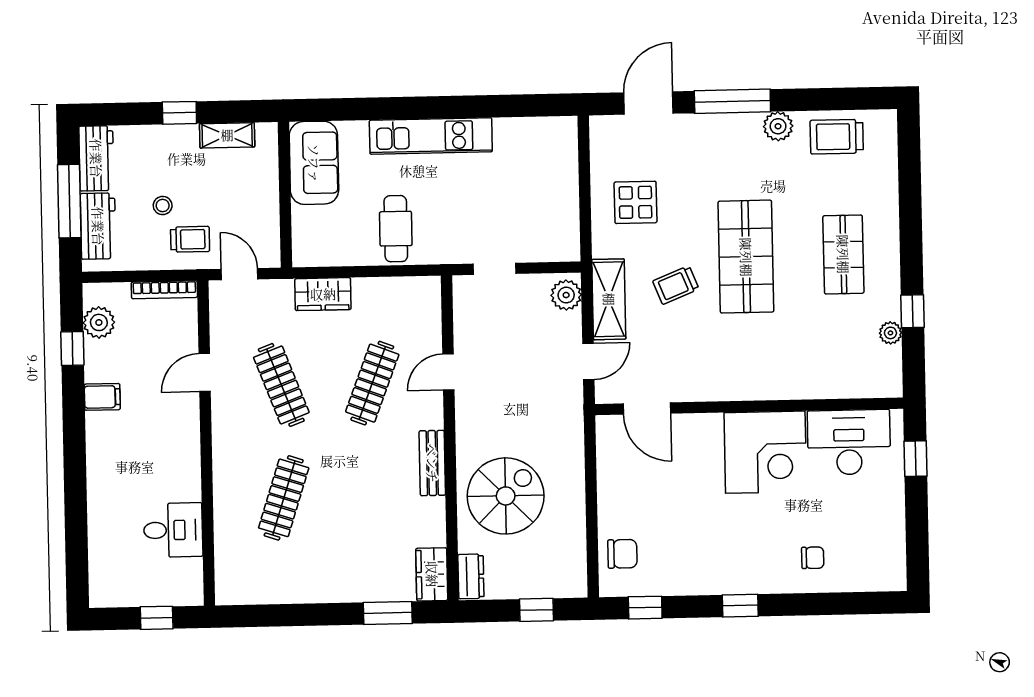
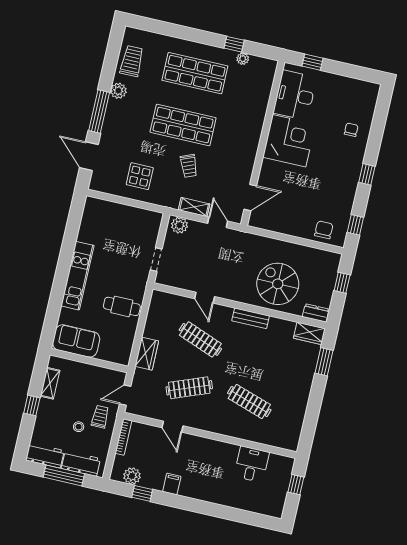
trolley: (837, 137) -> (132, 61), turned 180
shop shelf: (843, 254) -> (195, 73), width x1.43, depth x1.36
shelving: (609, 299) -> (194, 207), width x0.67, depth x0.75

